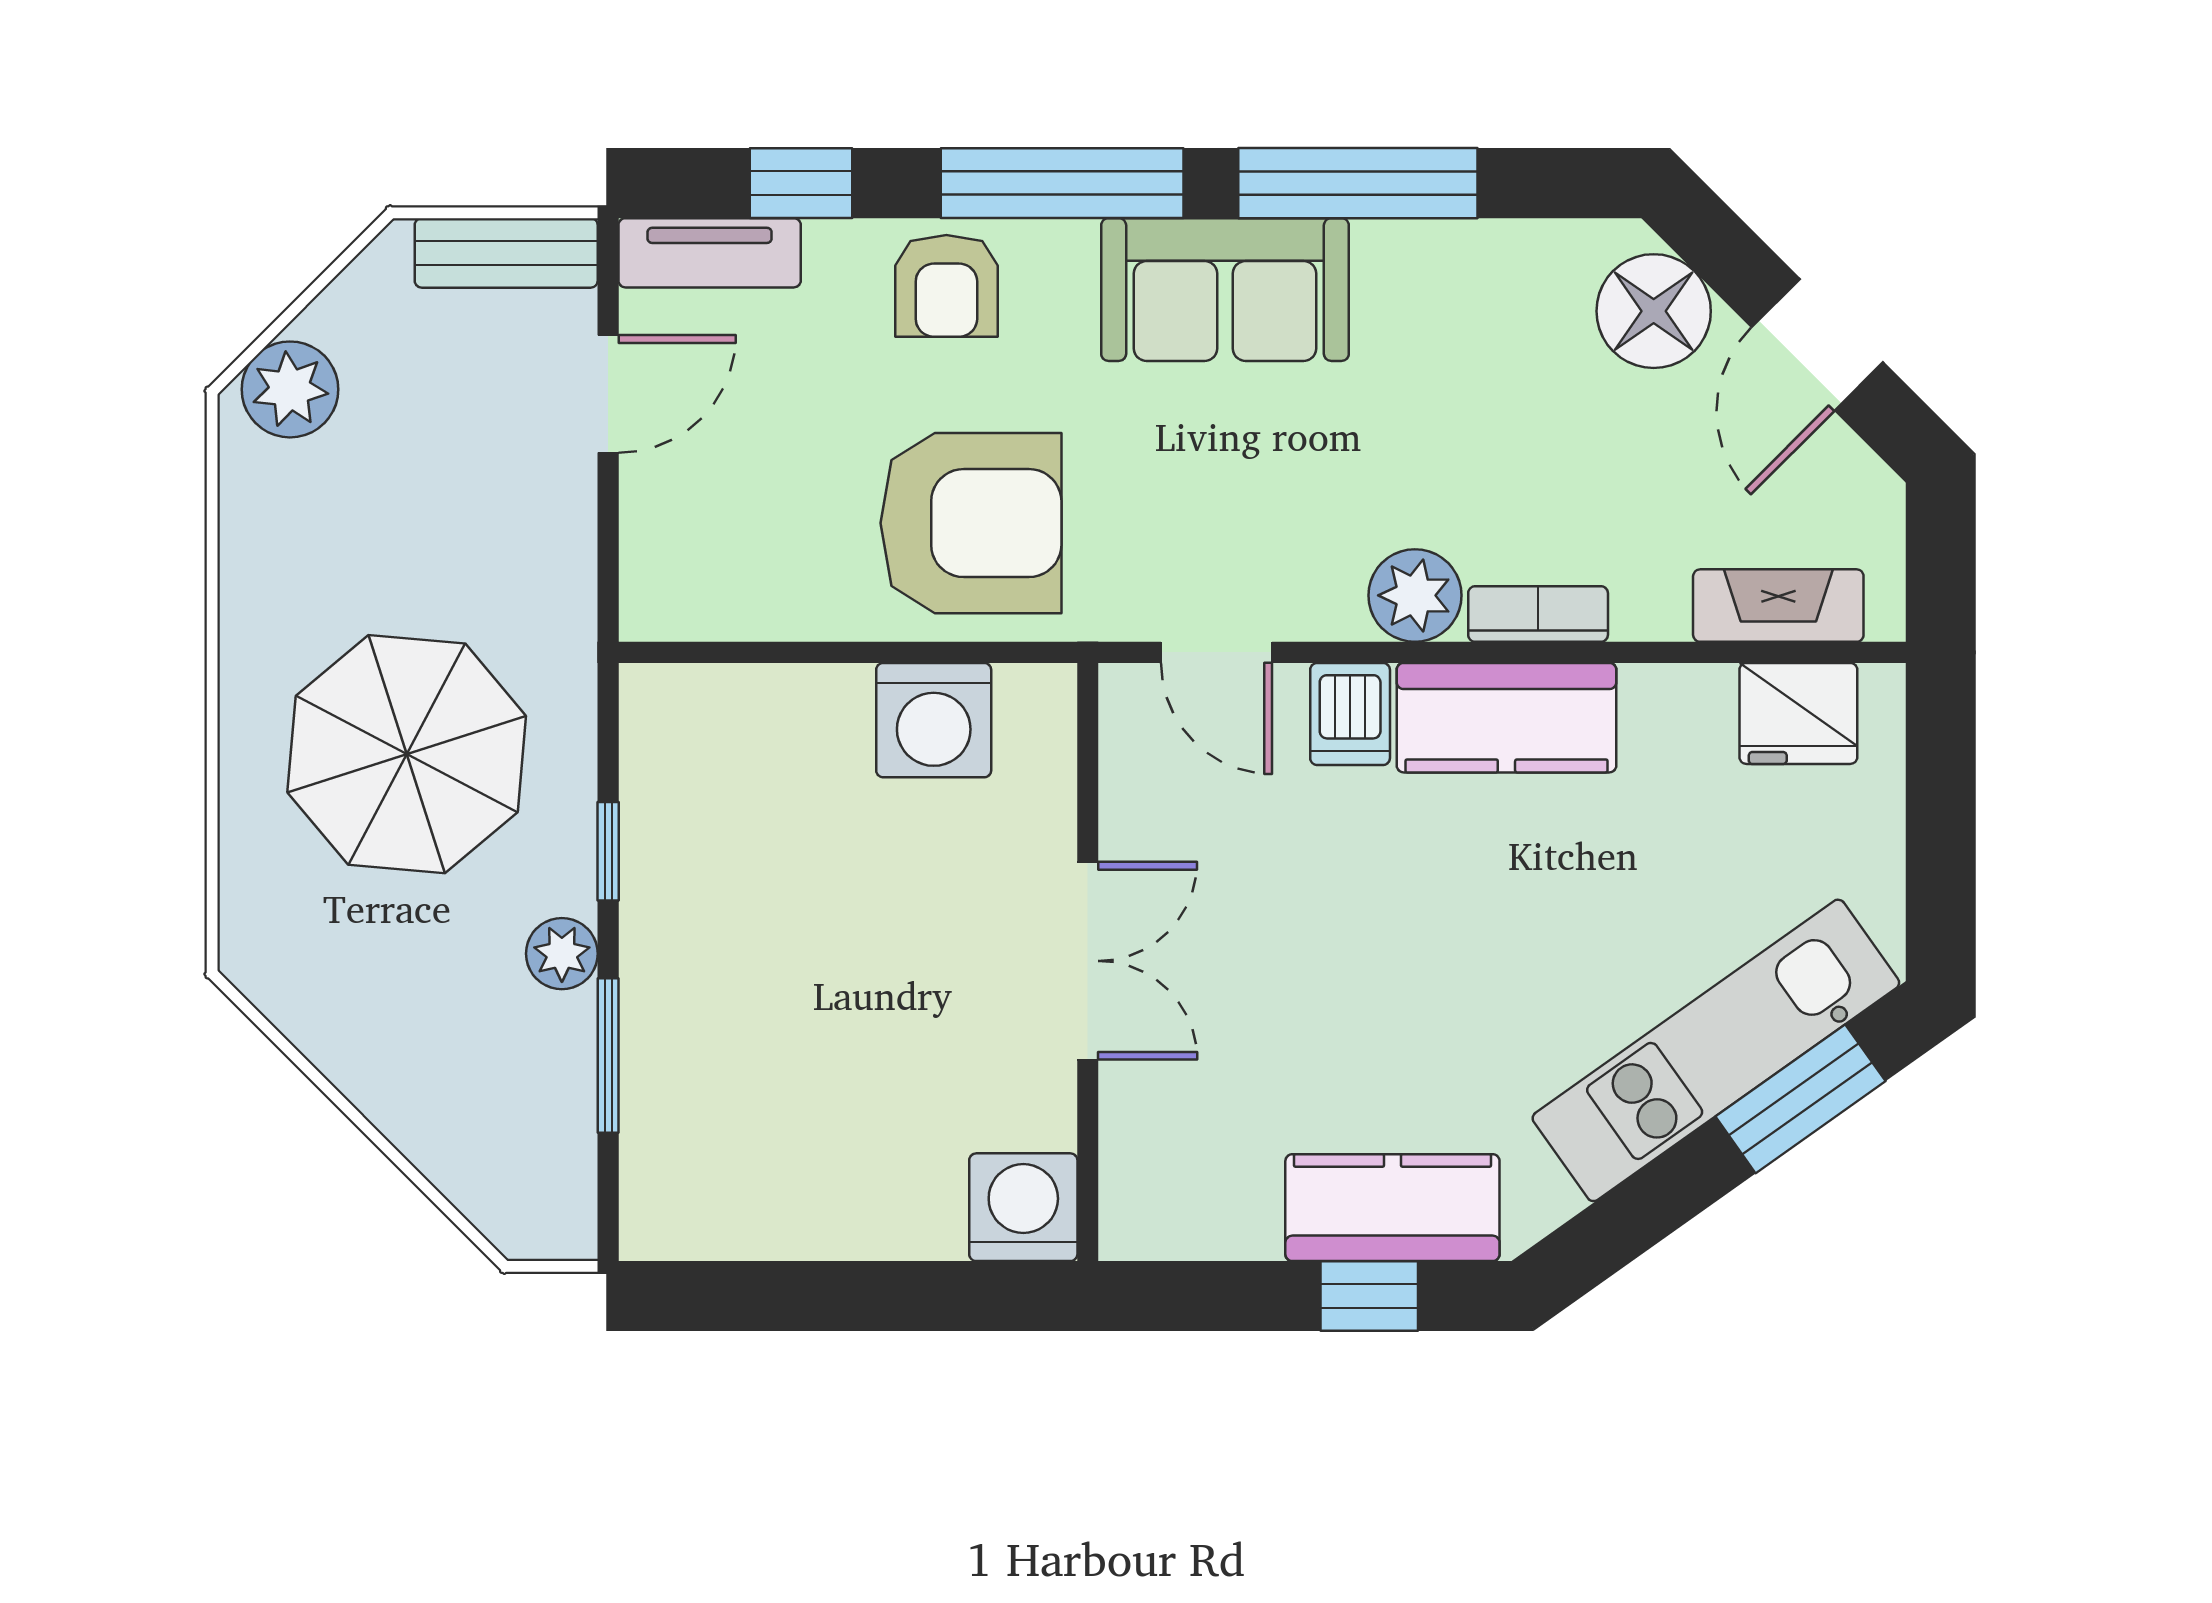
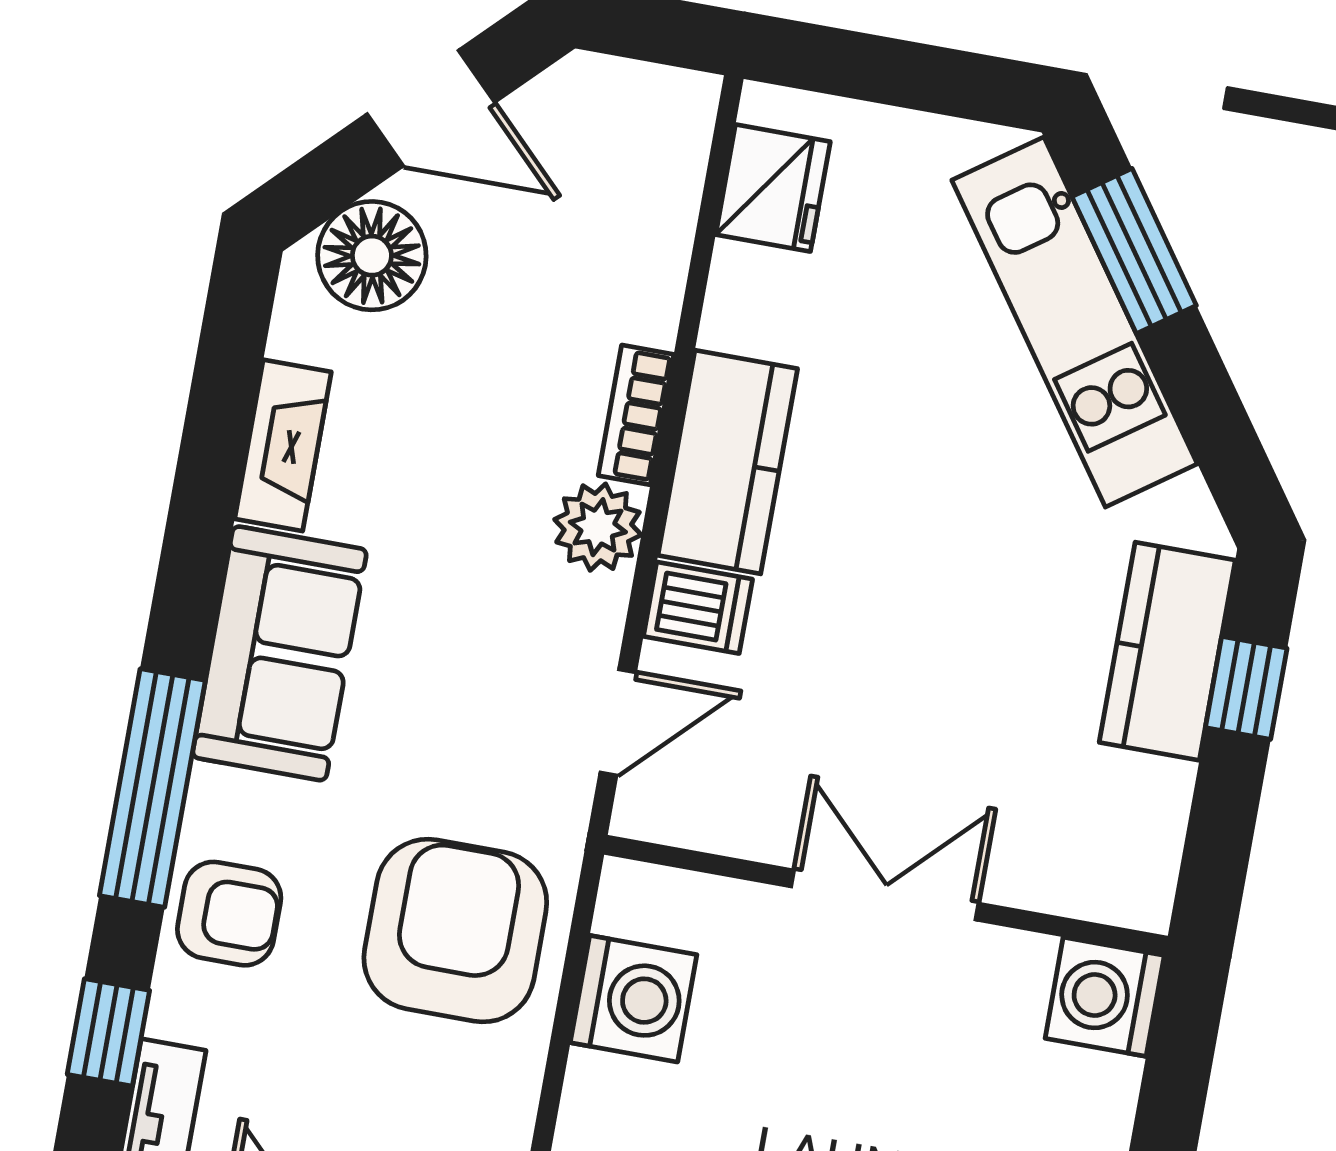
window: (1358, 183) -> (202, 511), removed
fireplace: (1778, 606) -> (283, 445), moved, turned 180

